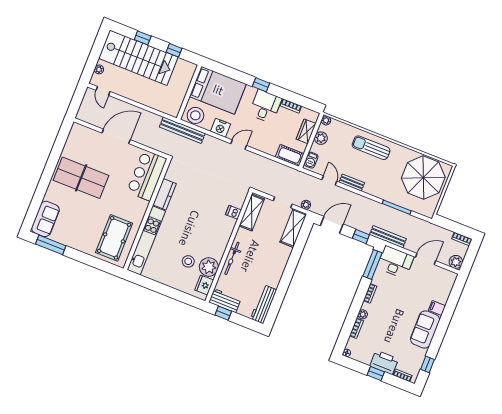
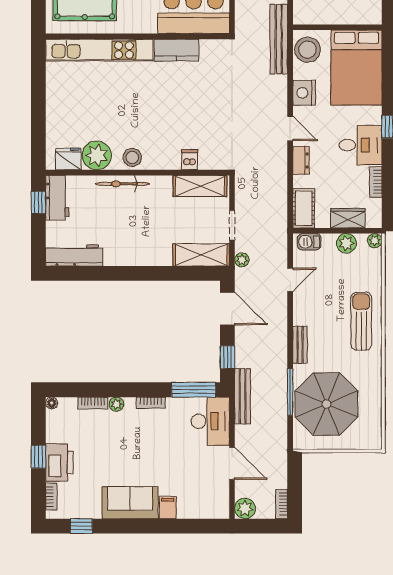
dresser: (260, 146) -> (301, 161), added
parasol: (423, 178) -> (326, 404), moved
bench: (352, 183) -> (300, 345), moved
stool: (188, 261) -> (132, 157), moved

